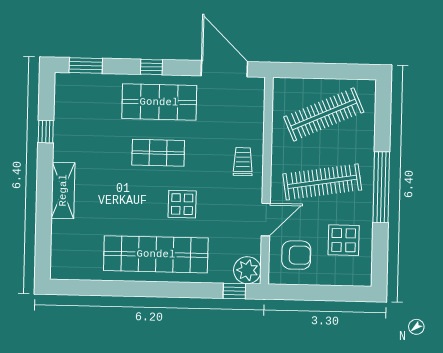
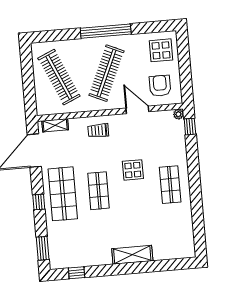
shelving: (257, 102) -> (55, 125), added
window: (46, 132) -> (77, 273), moved
clothes rail: (322, 182) -> (106, 73), turned 33
display table: (344, 240) -> (161, 50), moved
shop shelf: (156, 254) -> (170, 185), width x0.50, depth x0.74
plant: (247, 270) -> (178, 114), width x0.53, depth x0.53

